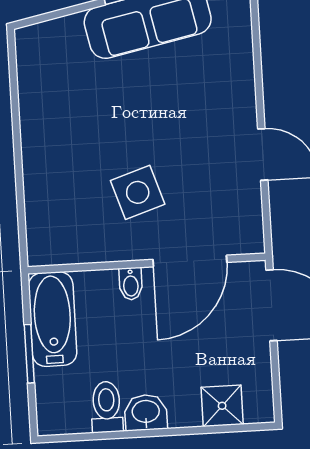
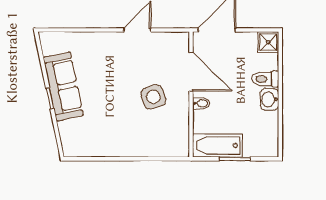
shower: (222, 406) -> (268, 42), moved
toilet: (107, 407) -> (265, 79), moved

